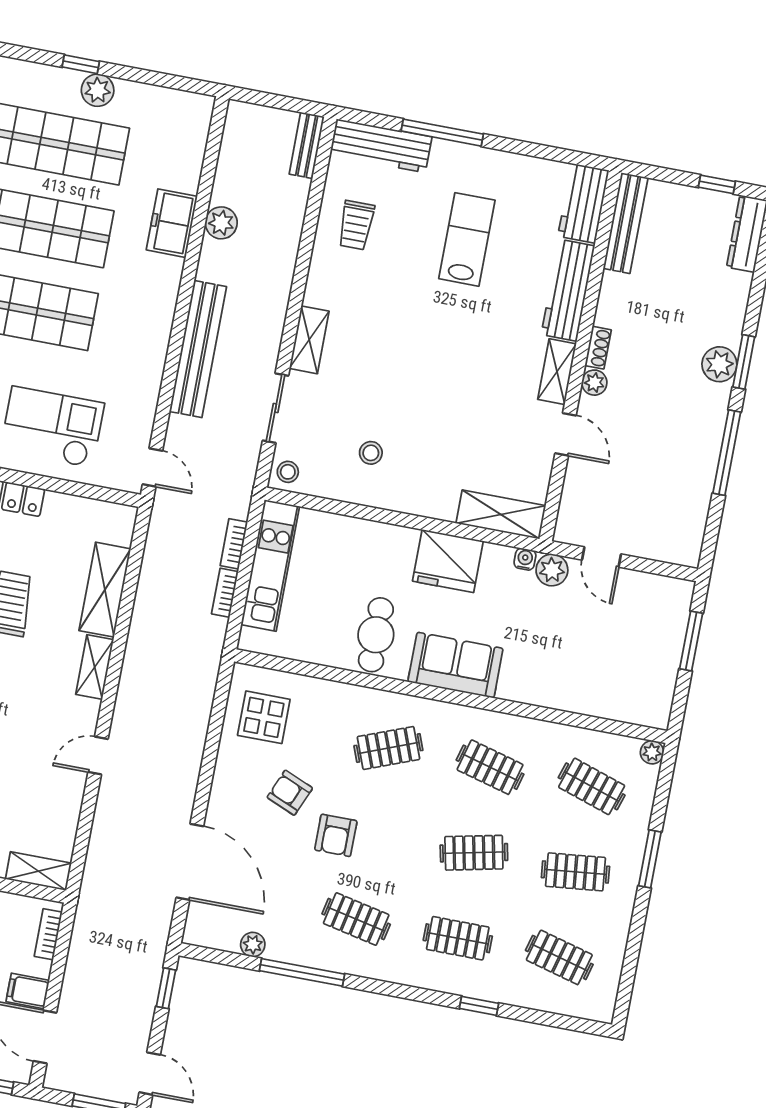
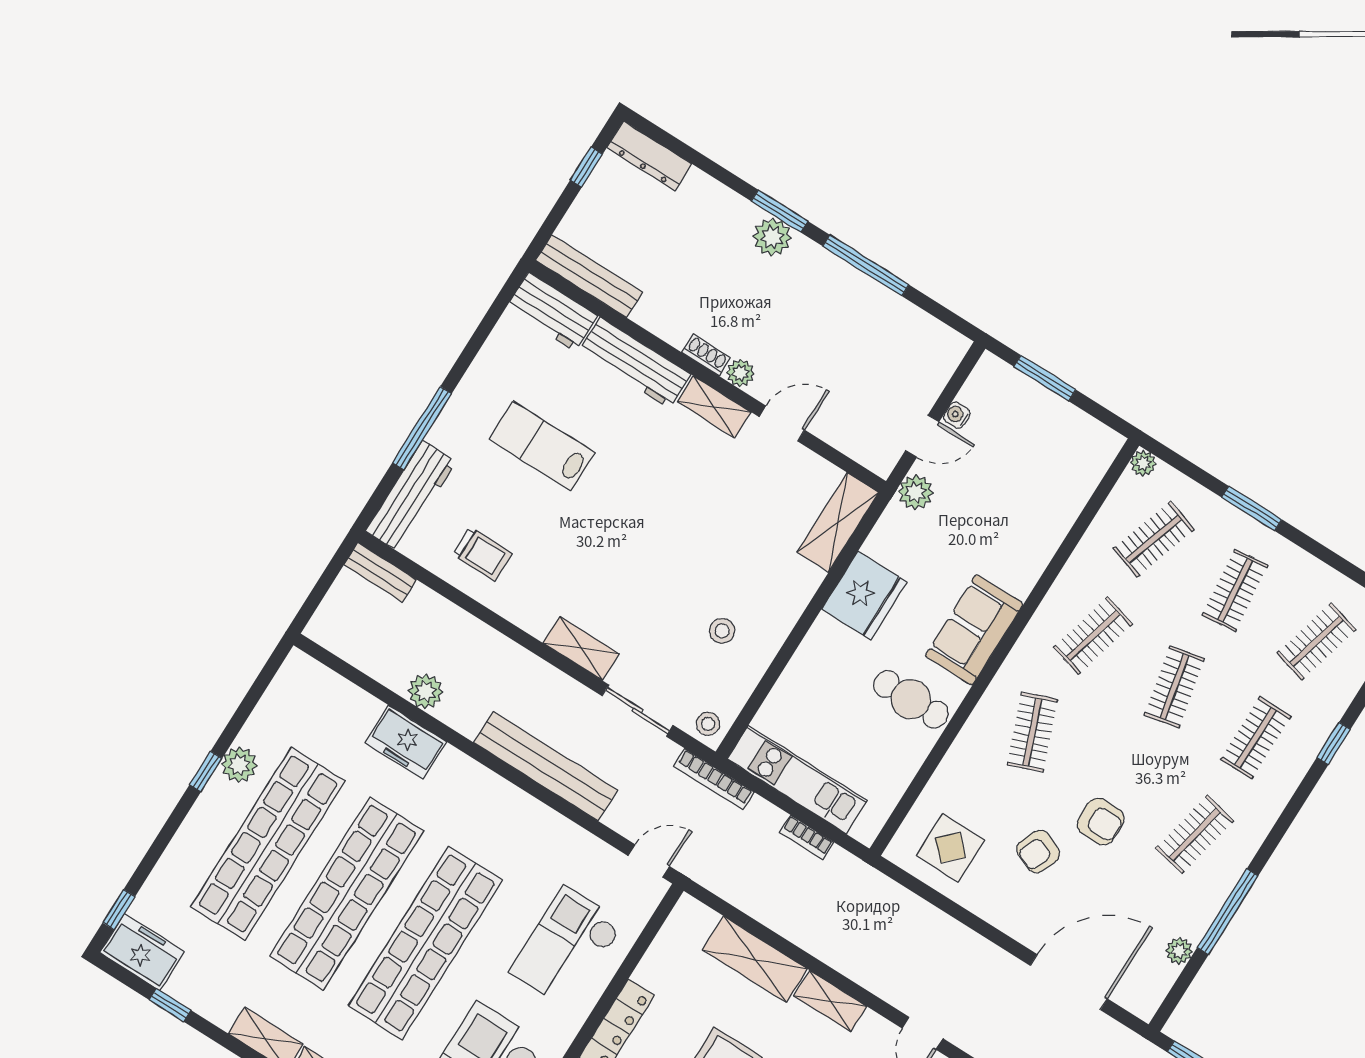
bookcase: (234, 544) -> (714, 779), moved, width x1.56
water cooler: (525, 559) -> (957, 415), moved

